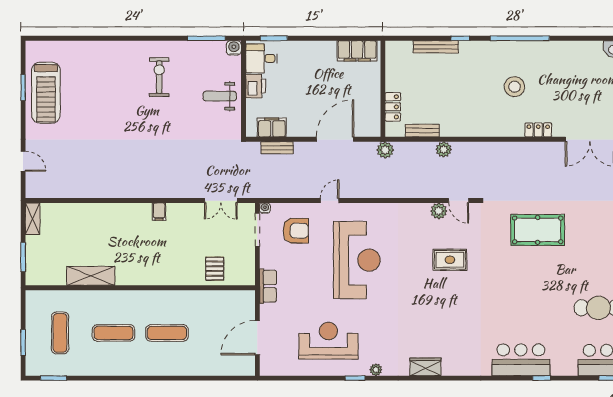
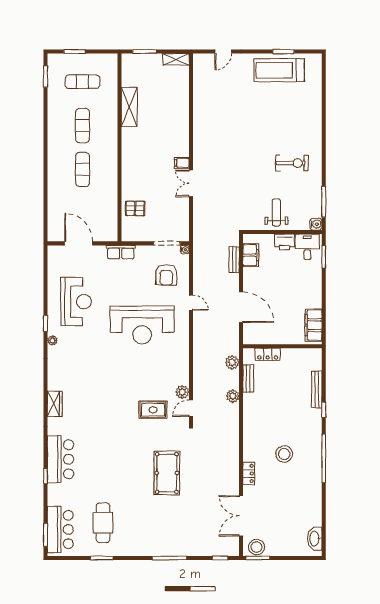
plant: (385, 150) -> (232, 362), moved
double door: (221, 201) -> (191, 183), moved
rug: (450, 260) -> (153, 410), moved, turned 90
wardrobe: (425, 367) -> (55, 404), moved

